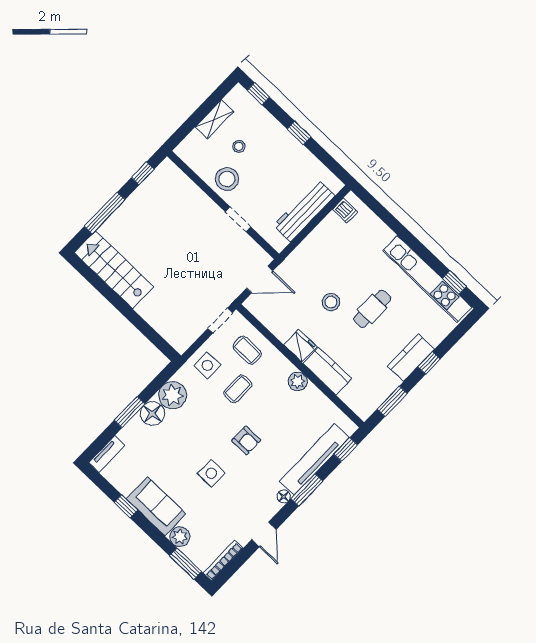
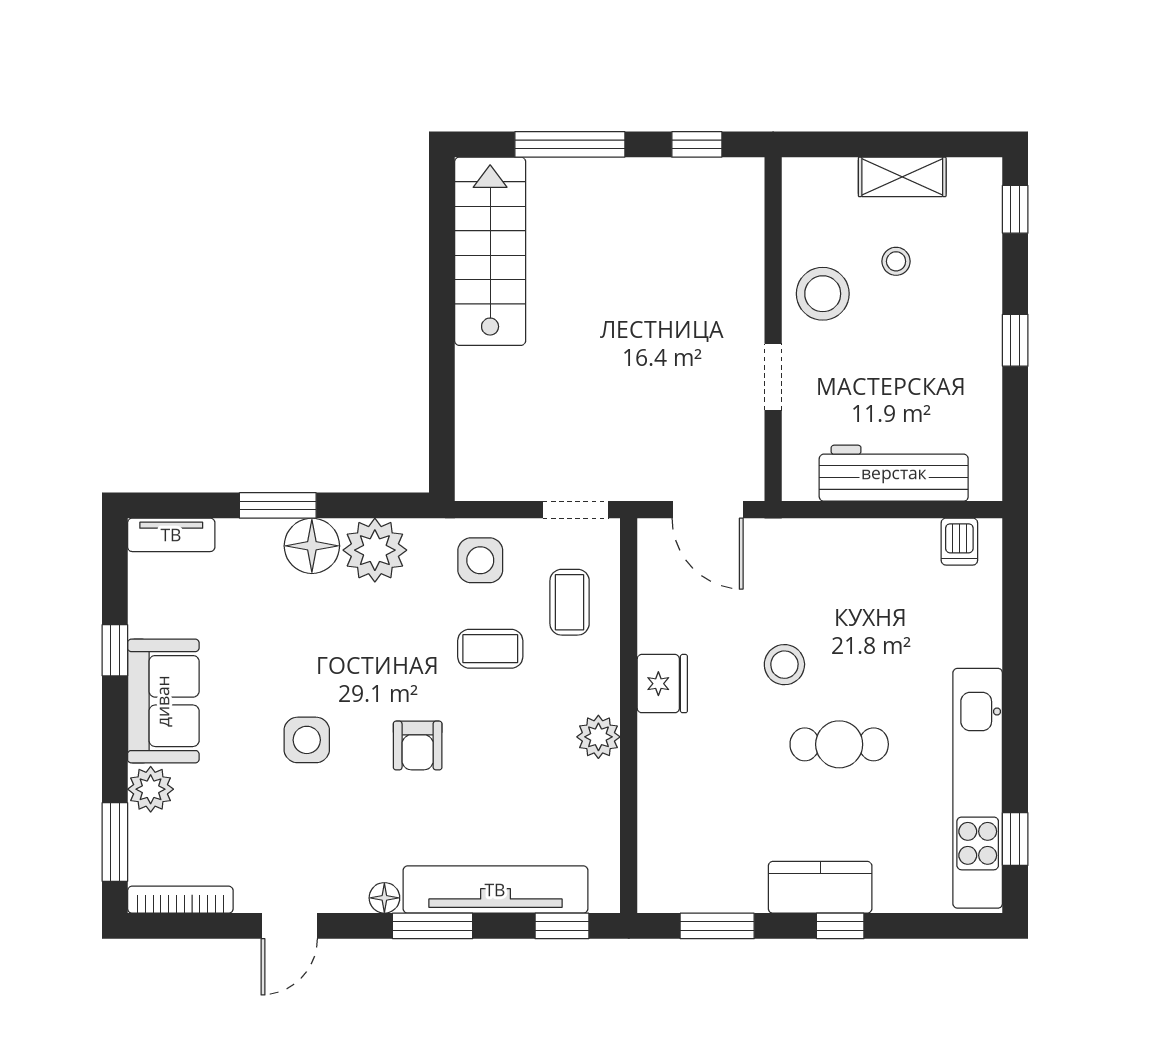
kitchen counter: (327, 371) -> (664, 769), removed

